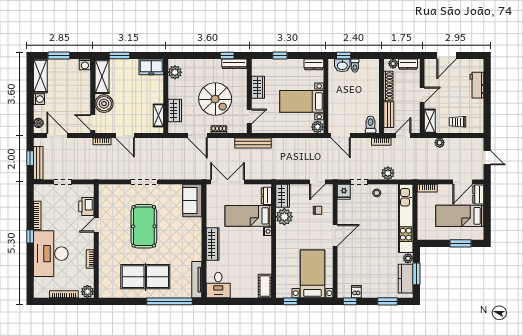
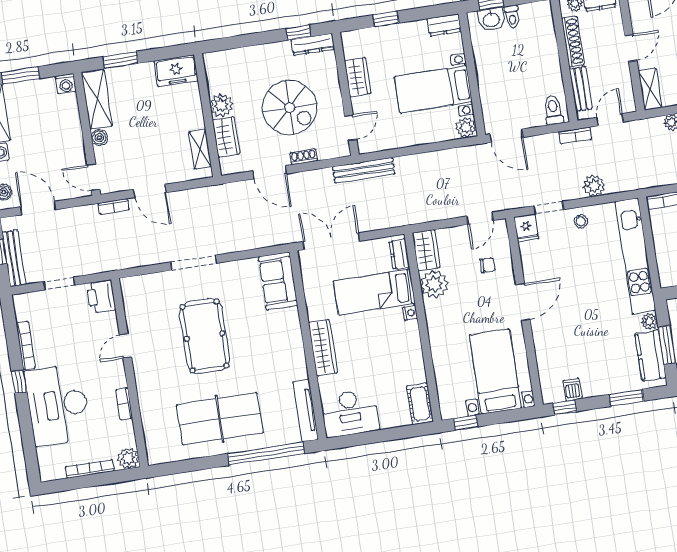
plant: (175, 72) -> (221, 105), moved
boiler: (104, 104) -> (99, 138), width x0.54, depth x0.54
printer: (86, 206) -> (101, 296), moved
desk: (218, 285) -> (350, 413), width x1.37

